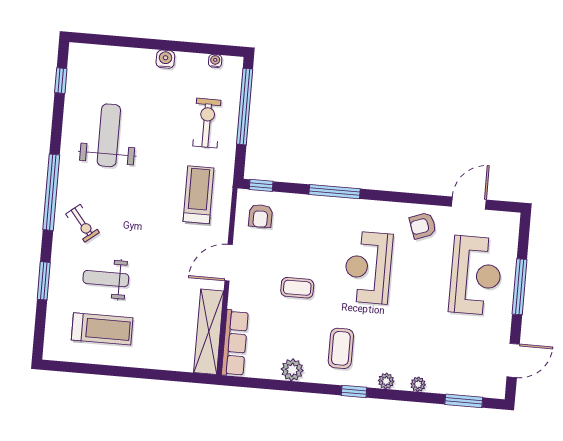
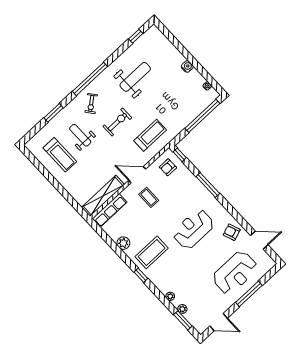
exercise bike: (207, 123) -> (117, 122), moved
coffee table: (297, 288) -> (149, 197), moved
coffee table: (341, 348) -> (152, 252), width x1.36, depth x1.32
plant: (386, 381) -> (182, 309), moved

